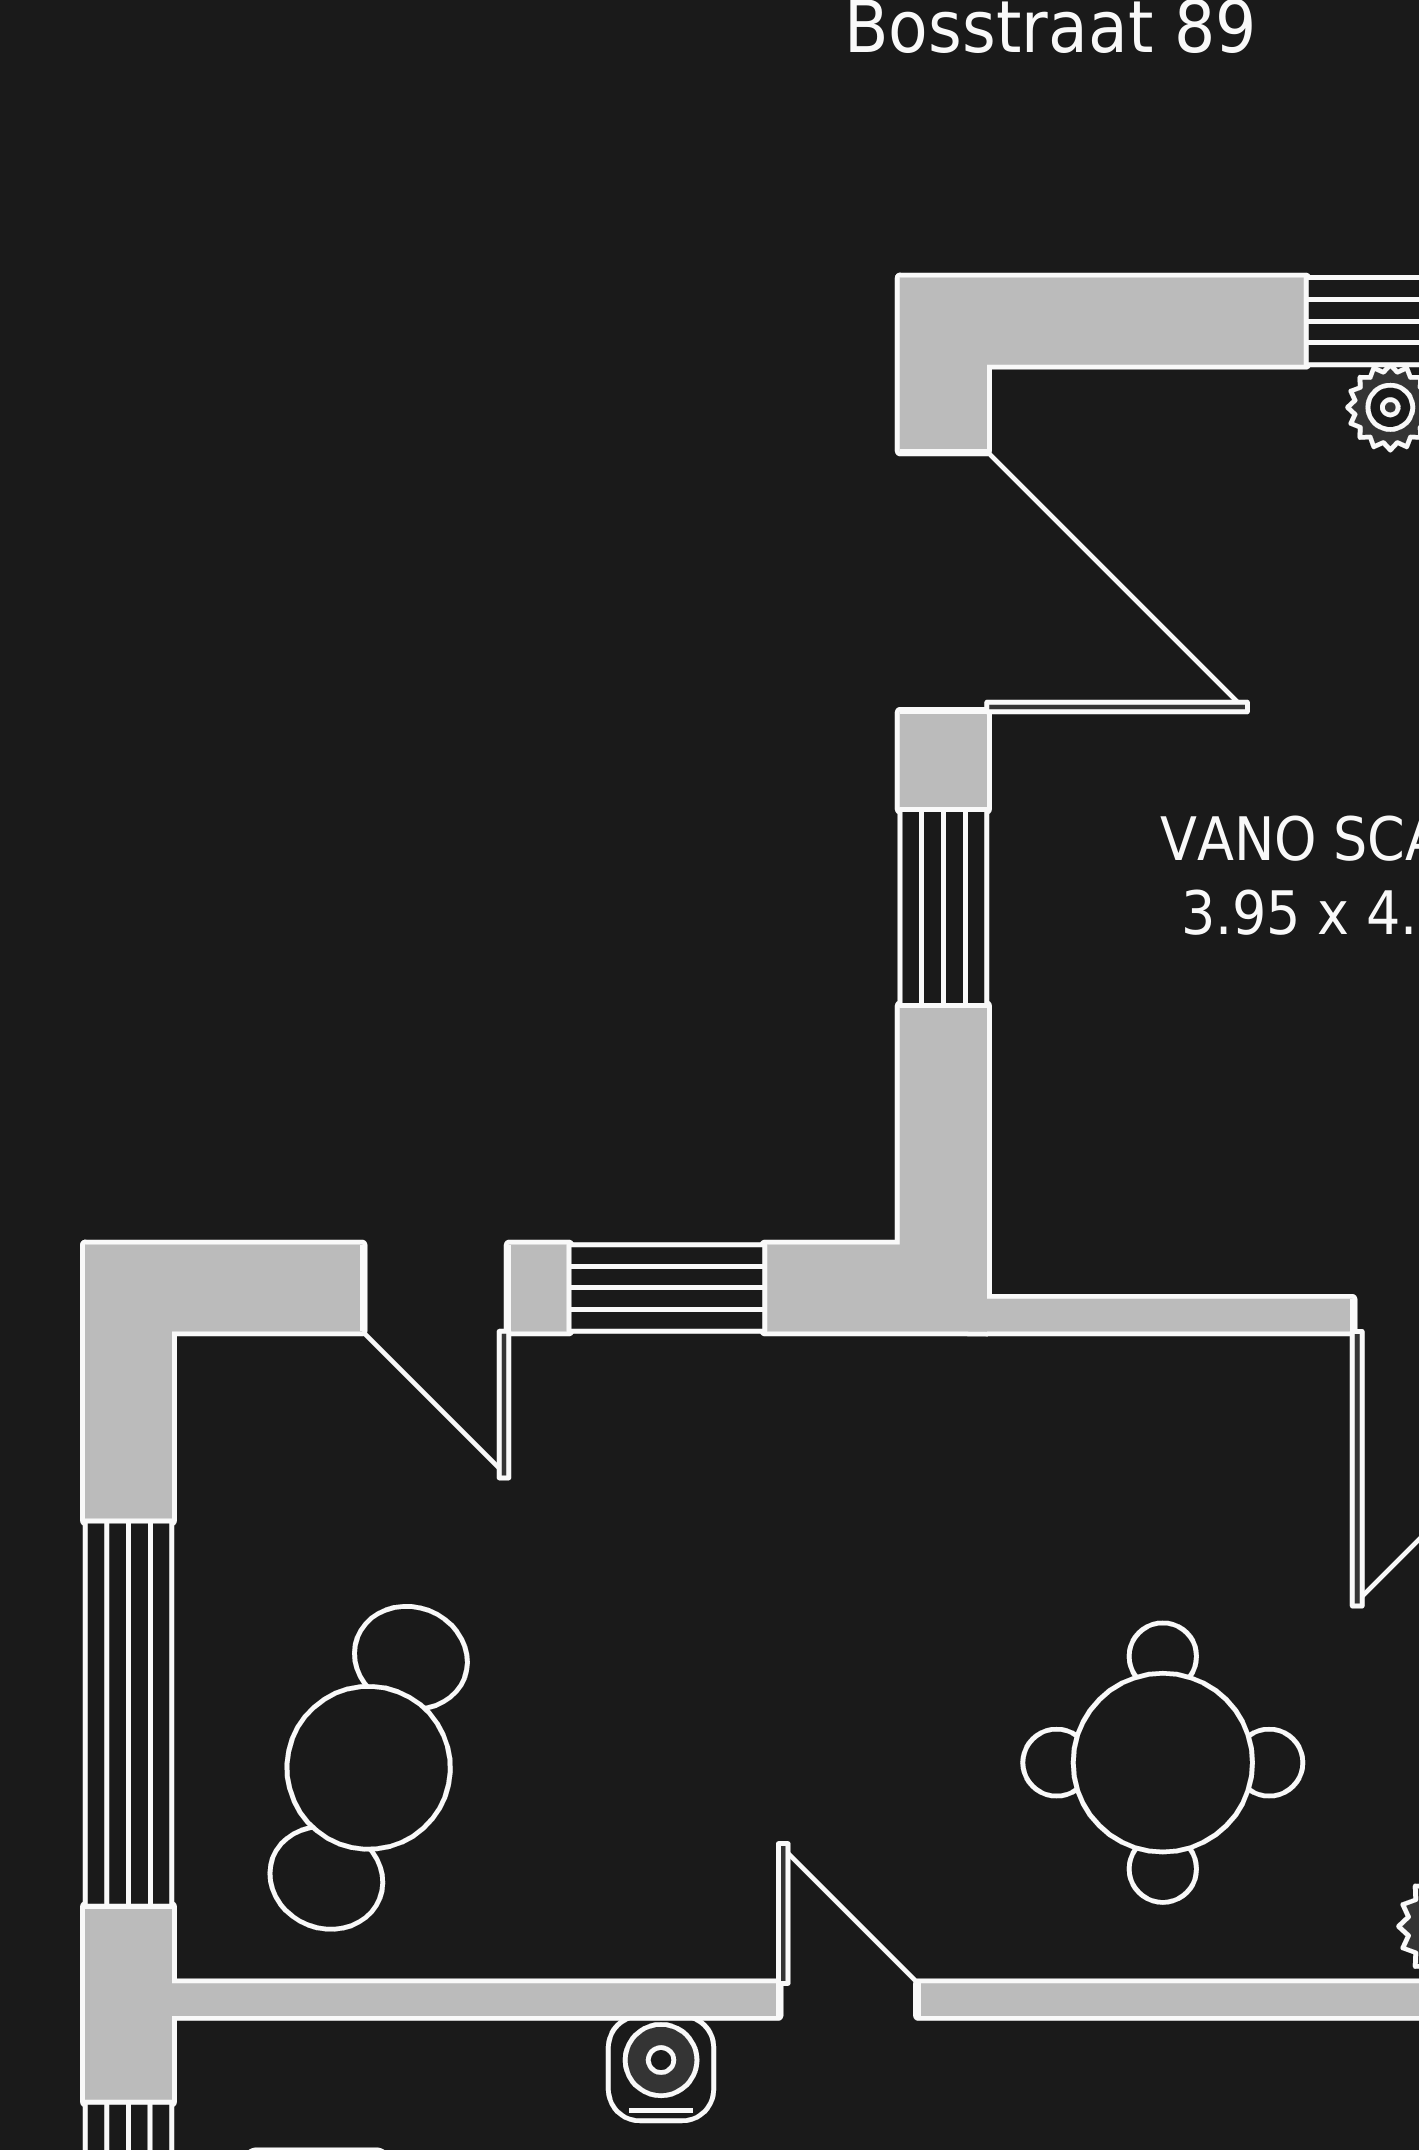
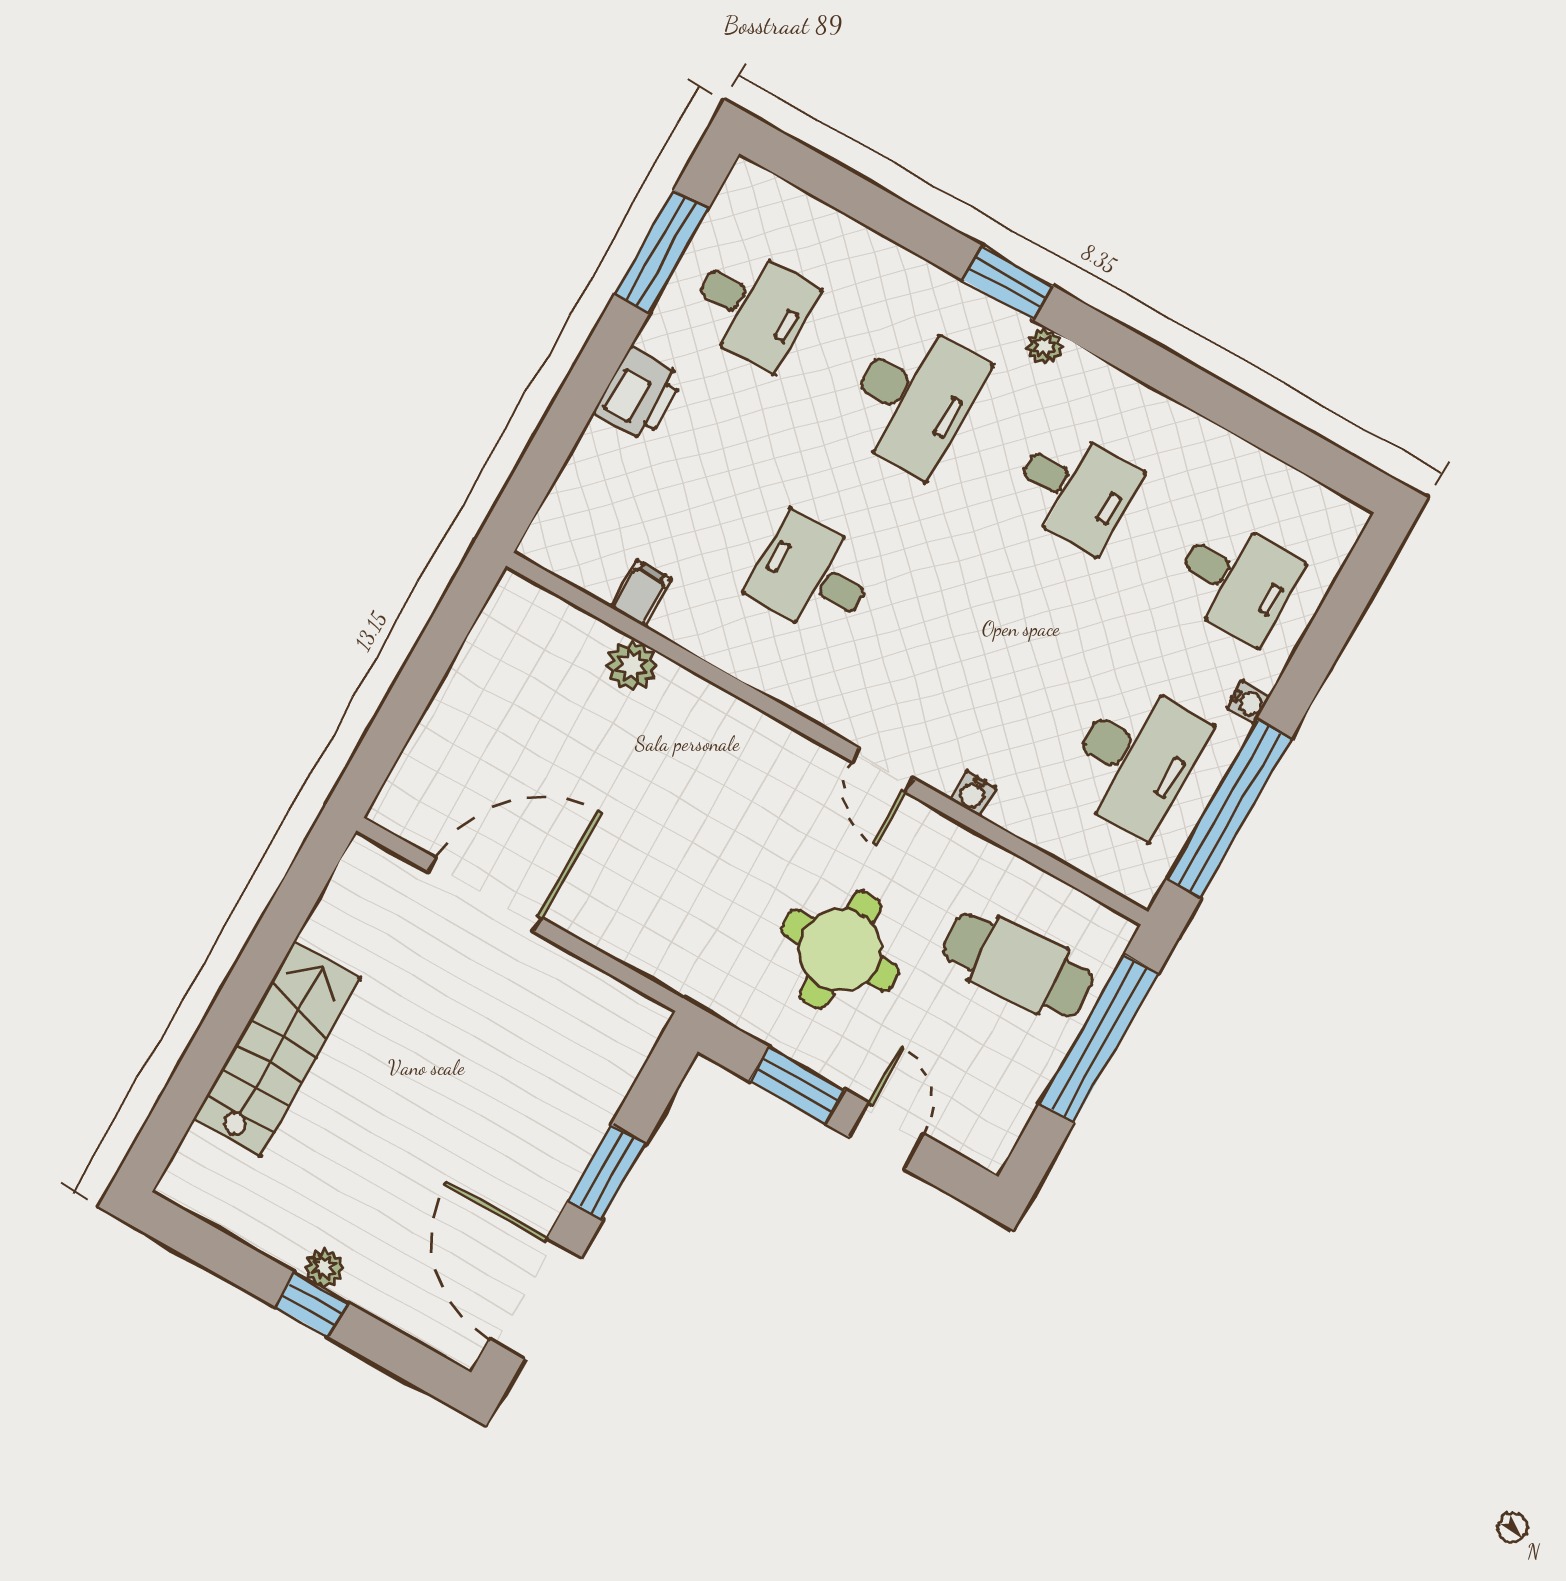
round table: (1163, 1763) -> (840, 950), moved
cafe table: (369, 1768) -> (1018, 965), turned 65
water cooler: (661, 2068) -> (973, 793), width x0.72, depth x0.72

